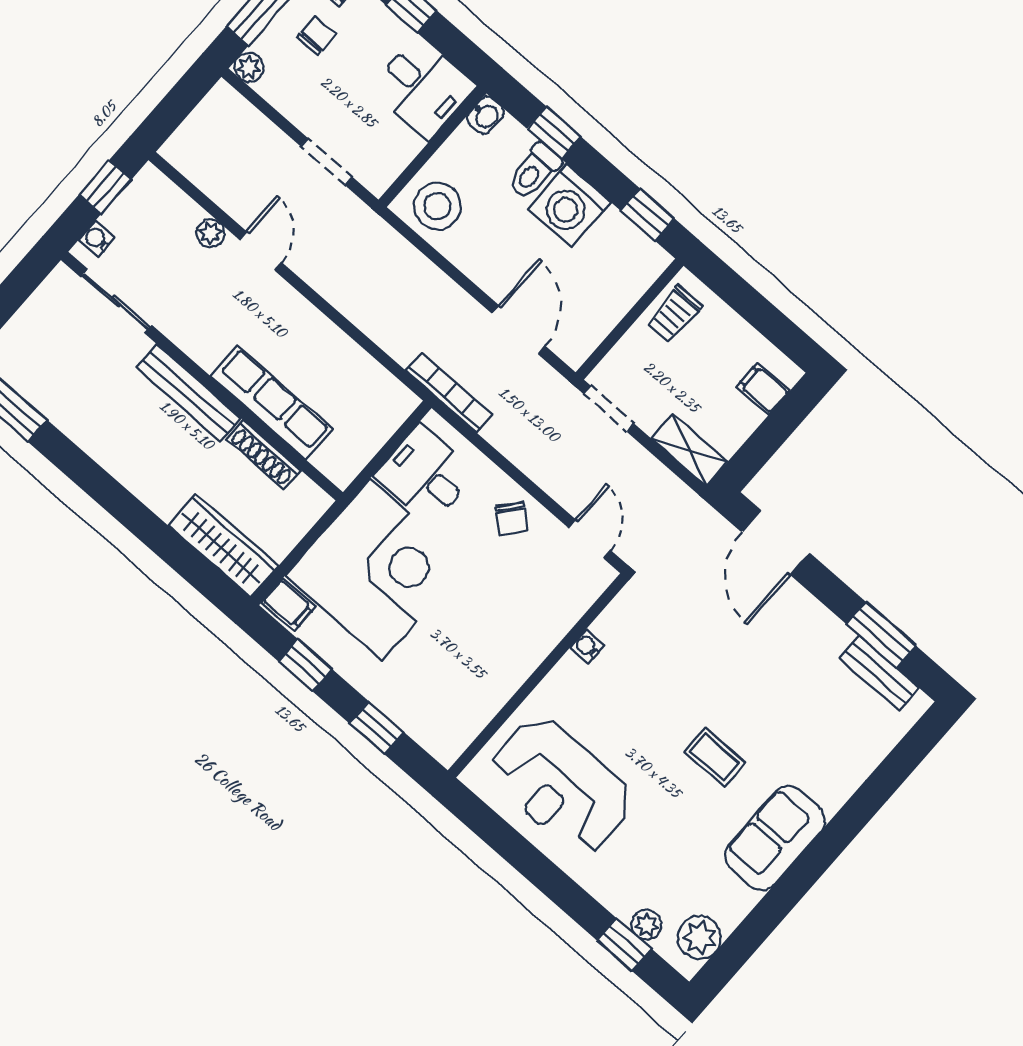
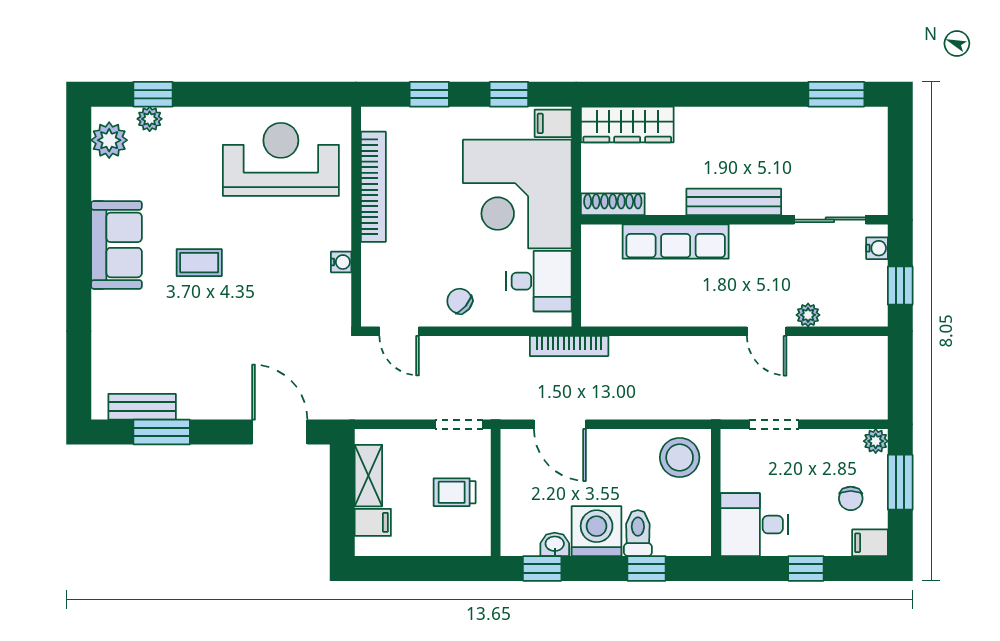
washbasin: (486, 115) -> (555, 544), moved, turned 90
trolley: (674, 314) -> (455, 492), moved, turned -90
shelving: (689, 450) -> (368, 476), moved, turned 90
shoe rack: (264, 455) -> (613, 204), moved
bookcase: (499, 689) -> (373, 187), added

